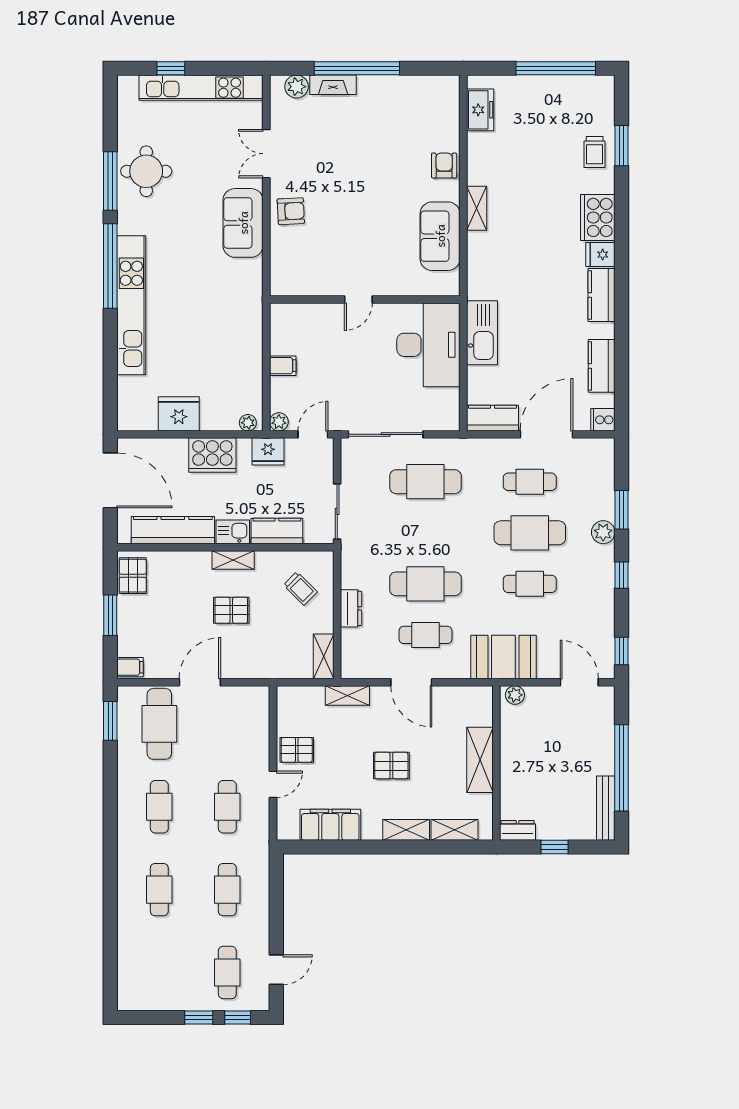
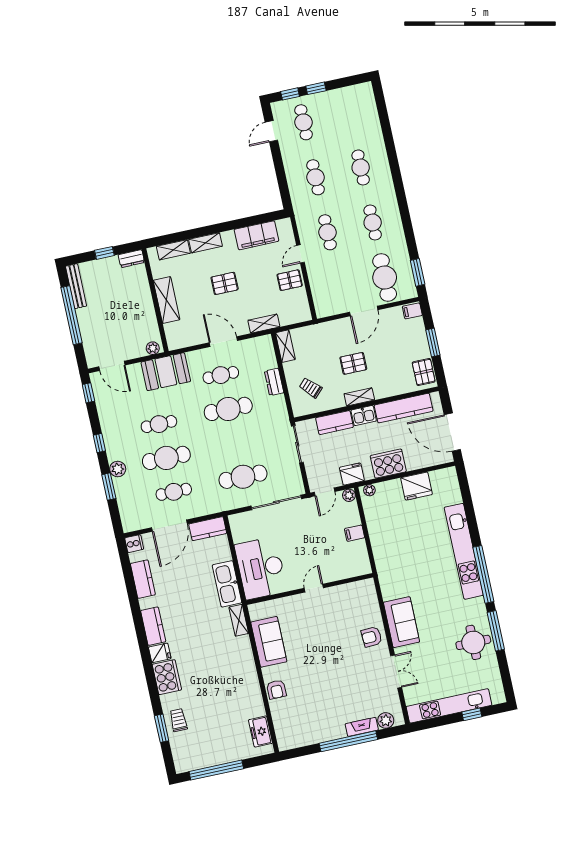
shelving: (477, 208) -> (239, 620), moved

